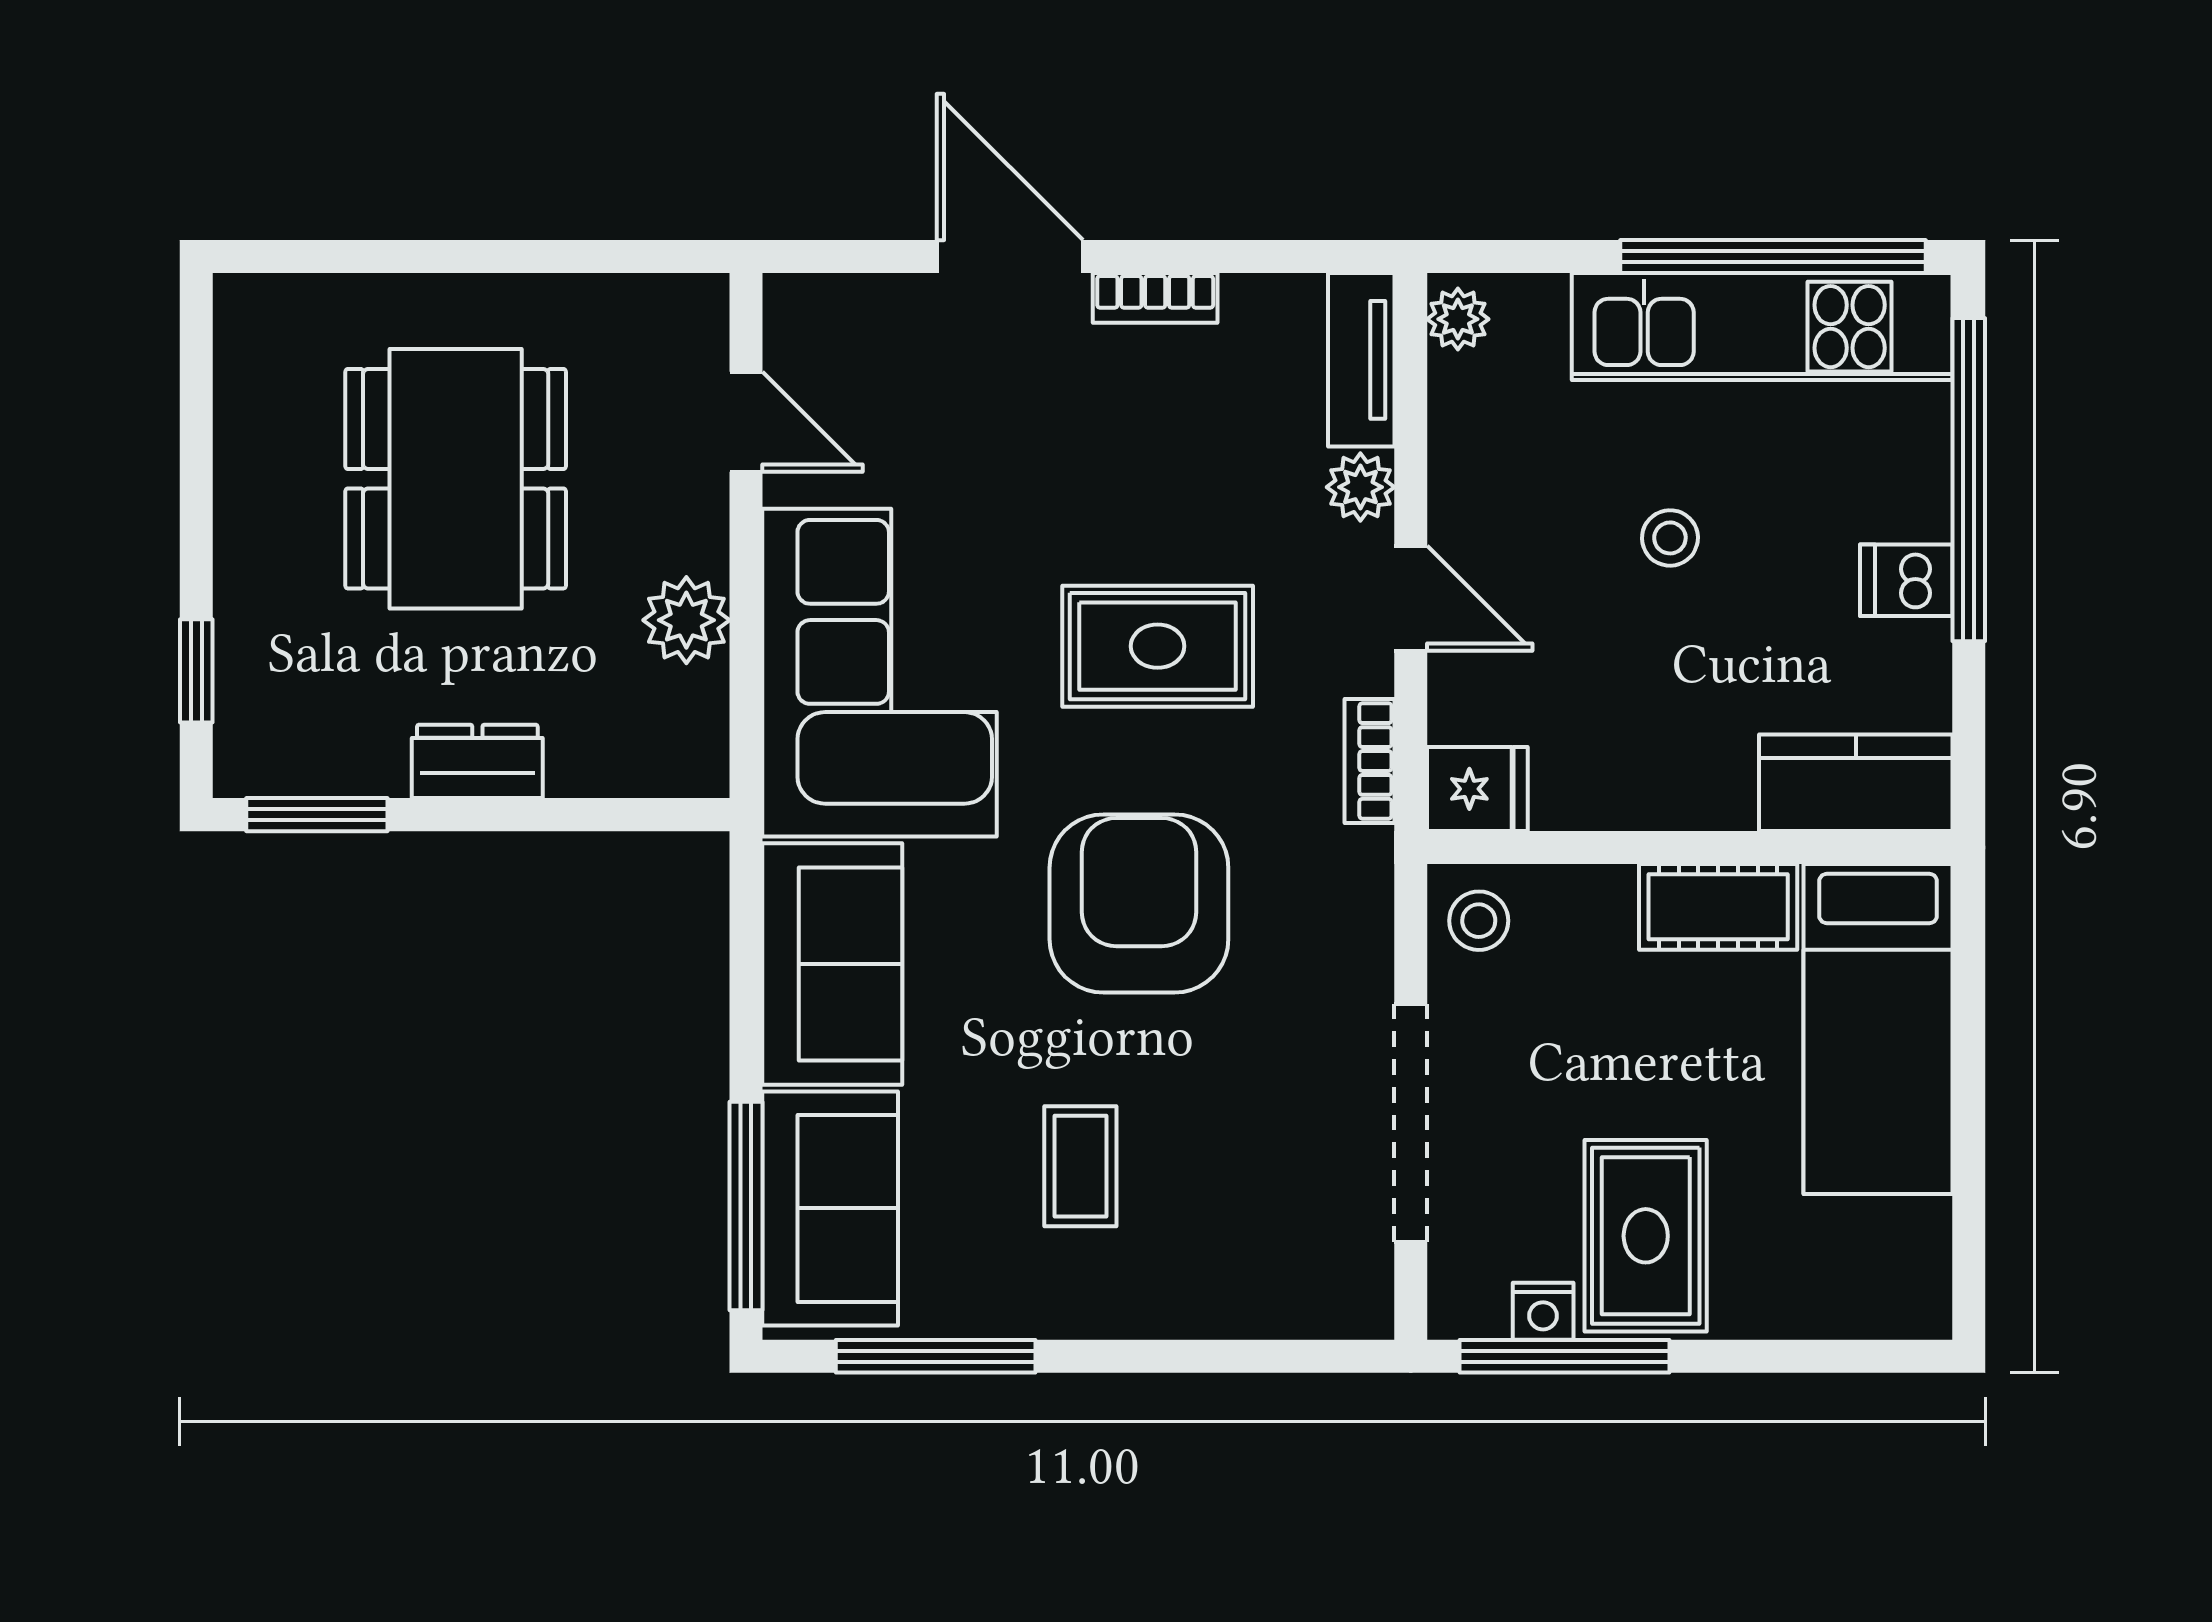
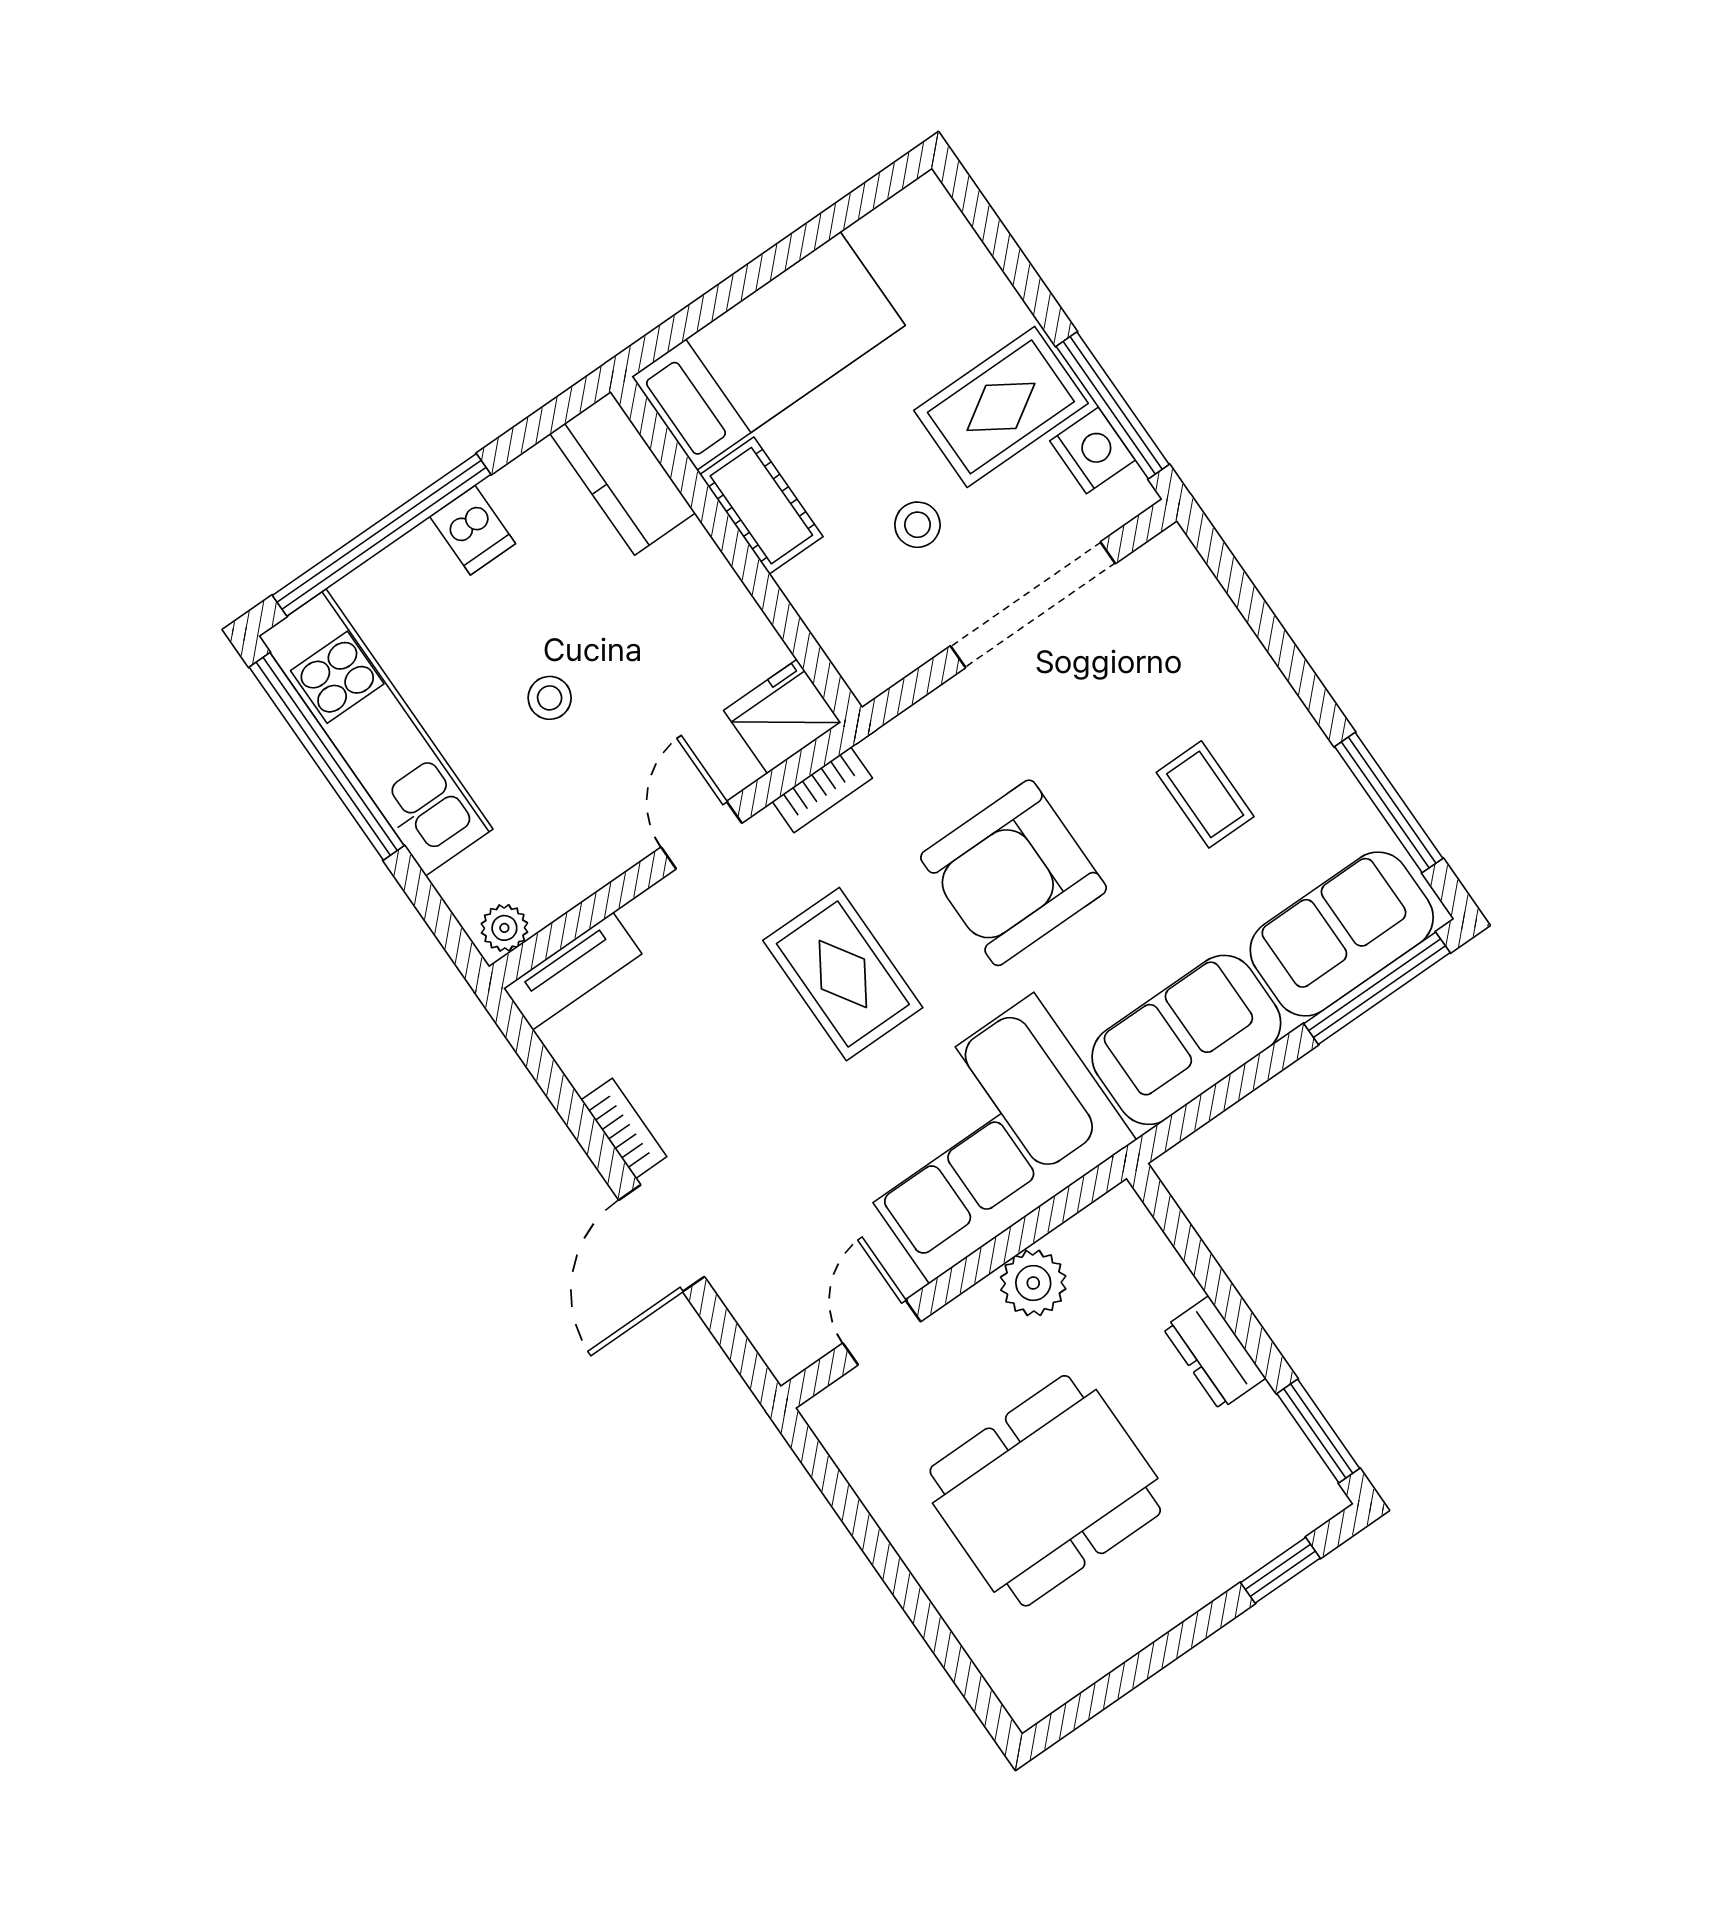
plant: (1360, 487) -> (653, 916), removed
fridge: (1477, 789) -> (782, 716), width x1.38
stool: (1479, 921) -> (917, 525), moved
coffee table: (1080, 1166) -> (1205, 794), turned 90
nightstand: (1543, 1311) -> (1092, 451), width x1.39, depth x1.35

